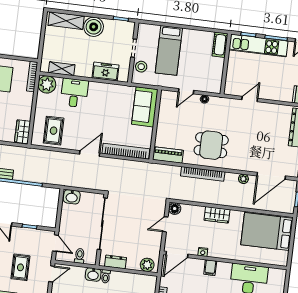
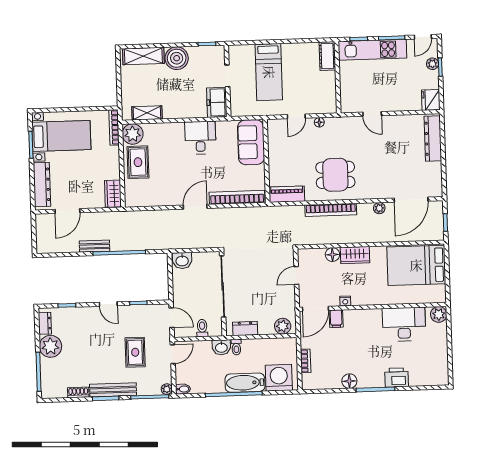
stool: (141, 67) -> (239, 96), removed
freezer: (106, 72) -> (217, 102), moved, turned -90
desk: (74, 93) -> (200, 138), moved
door: (250, 99) -> (372, 114), swing flipped
rug: (54, 131) -> (138, 162), moved
floor lamp: (175, 209) -> (332, 255), moved
filing cabinet: (210, 268) -> (336, 319), moved
plant: (279, 275) -> (439, 314), added

